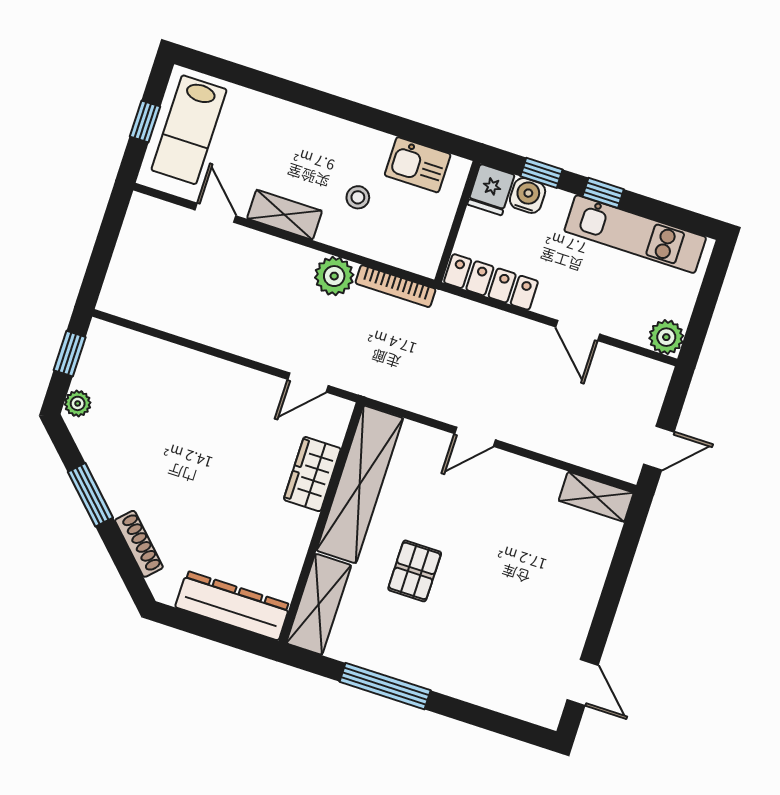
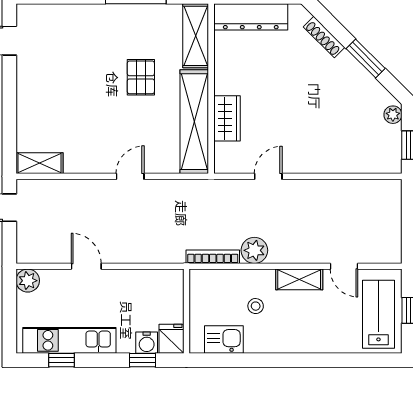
window: (603, 193) -> (62, 360), moved
locker: (491, 282) -> (152, 279), removed
door: (308, 382) -> (268, 176), moved

